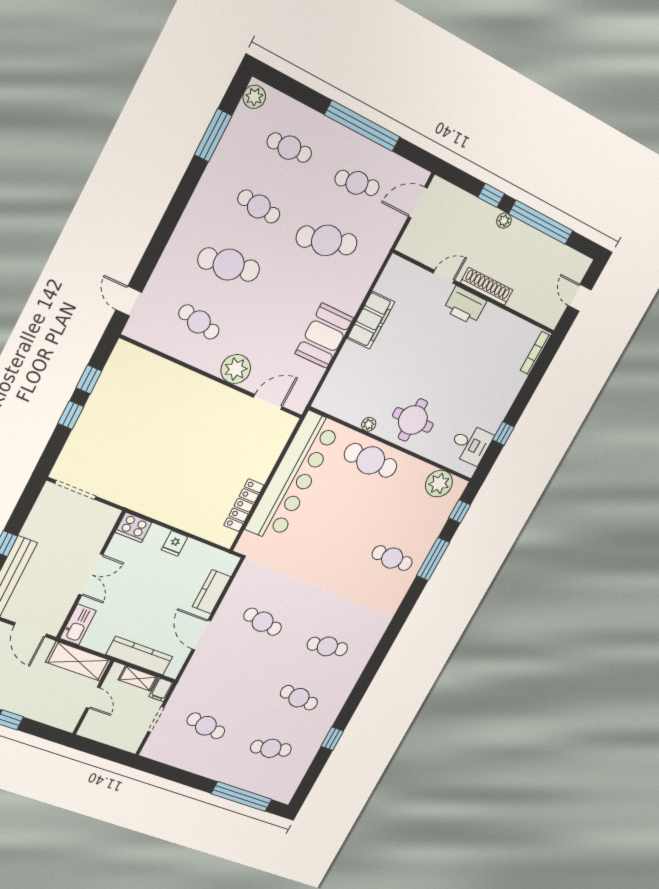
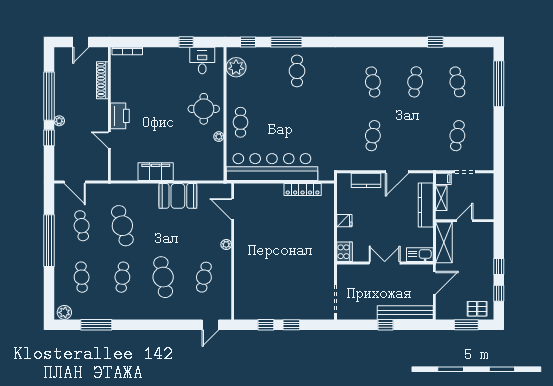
shoe rack: (487, 286) -> (102, 80), moved
plant: (236, 369) -> (226, 244), width x0.53, depth x0.53
cafe table: (371, 460) -> (241, 122), width x0.73, depth x0.74

